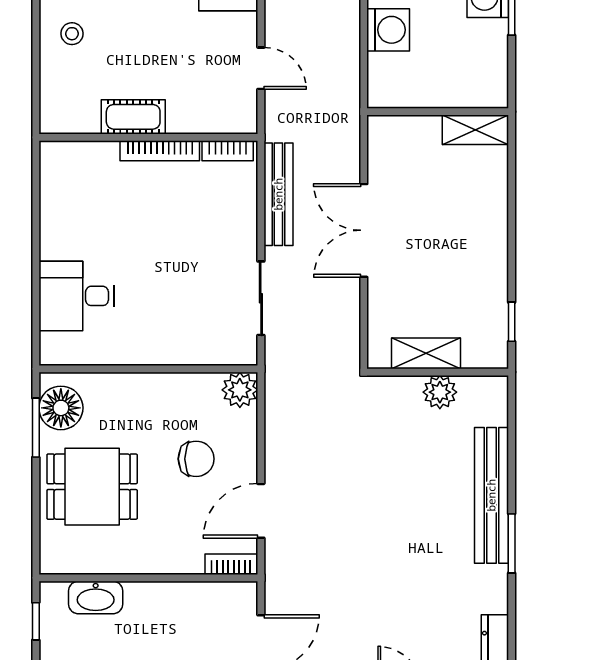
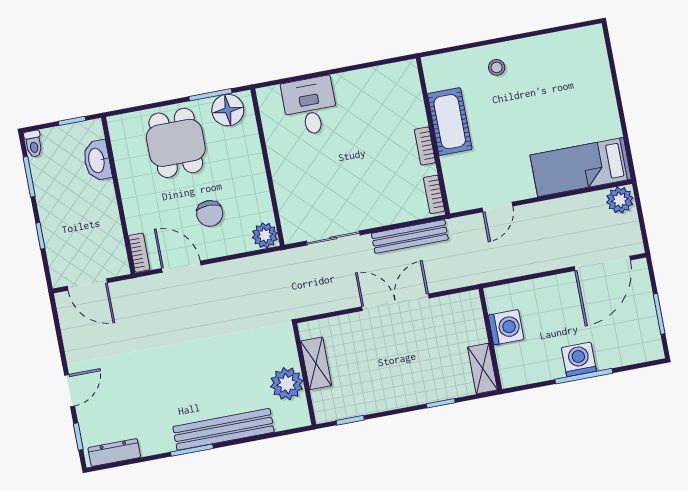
washing machine: (388, 30) -> (506, 327), moved, turned -90
cot: (133, 117) -> (450, 122), width x1.37, depth x1.34
bookcase: (160, 151) -> (425, 146), width x0.64
window: (512, 195) -> (441, 403), added
plant: (440, 392) -> (287, 384), width x1.36, depth x1.36

